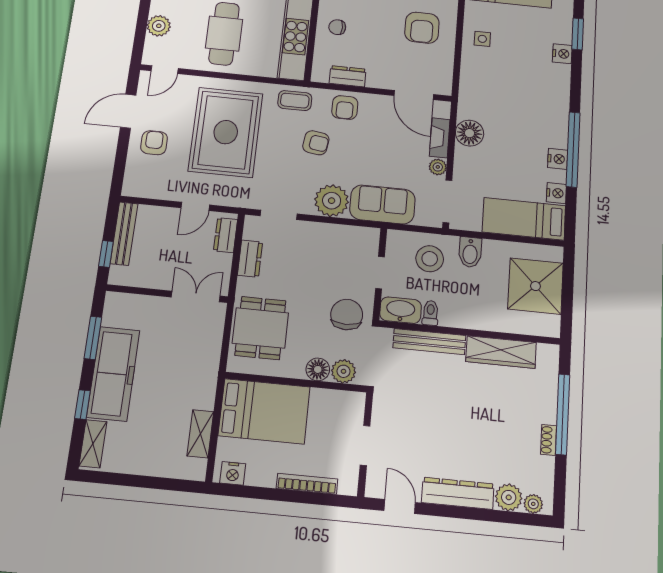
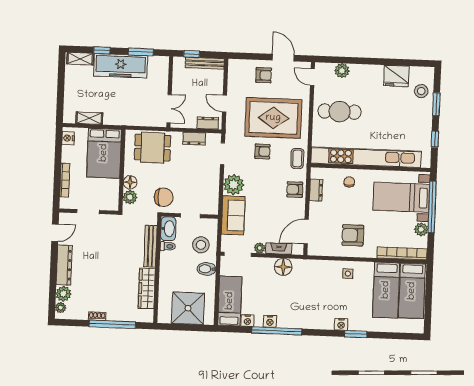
armchair: (316, 143) -> (262, 152), moved, turned -98

